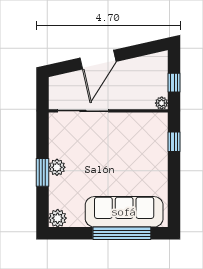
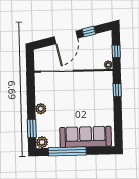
window: (133, 52) -> (89, 32), added
window: (42, 172) -> (32, 128), moved
window: (122, 233) -> (67, 151), moved

